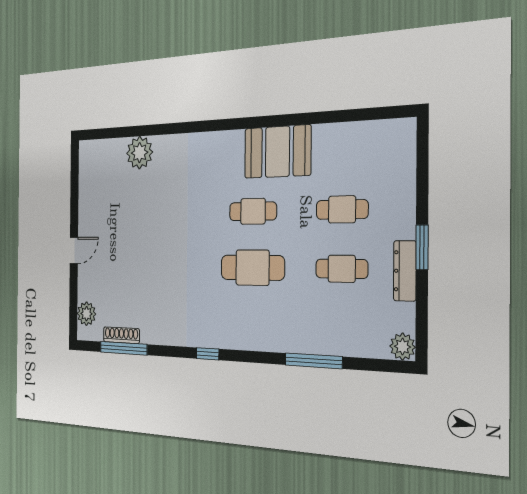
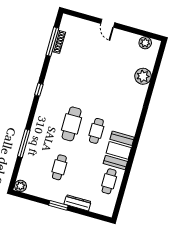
cafe table: (342, 209) -> (109, 181), moved
dresser: (405, 271) -> (78, 203), moved
plant: (86, 314) -> (145, 43), moved

